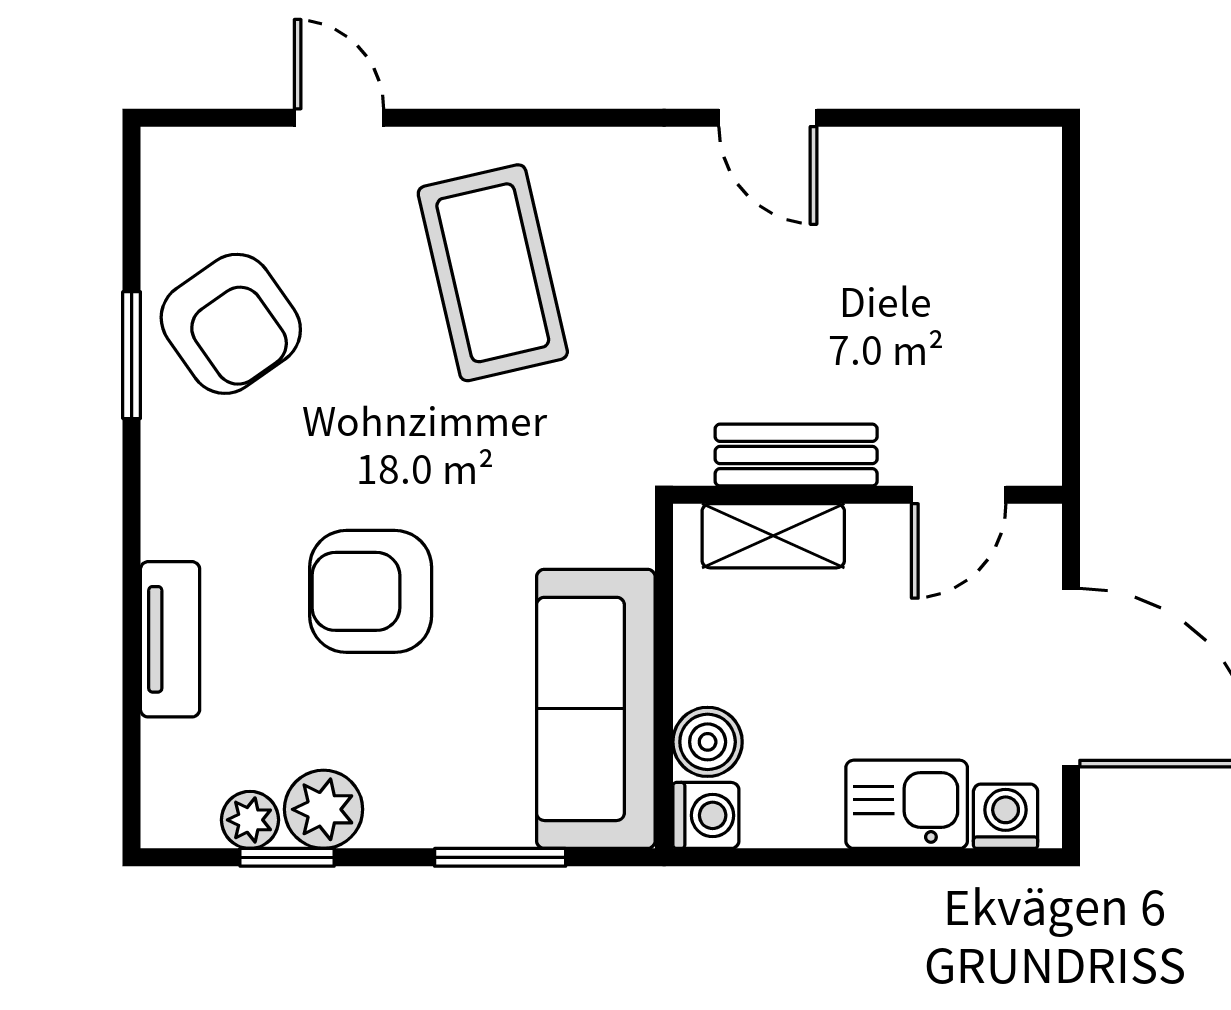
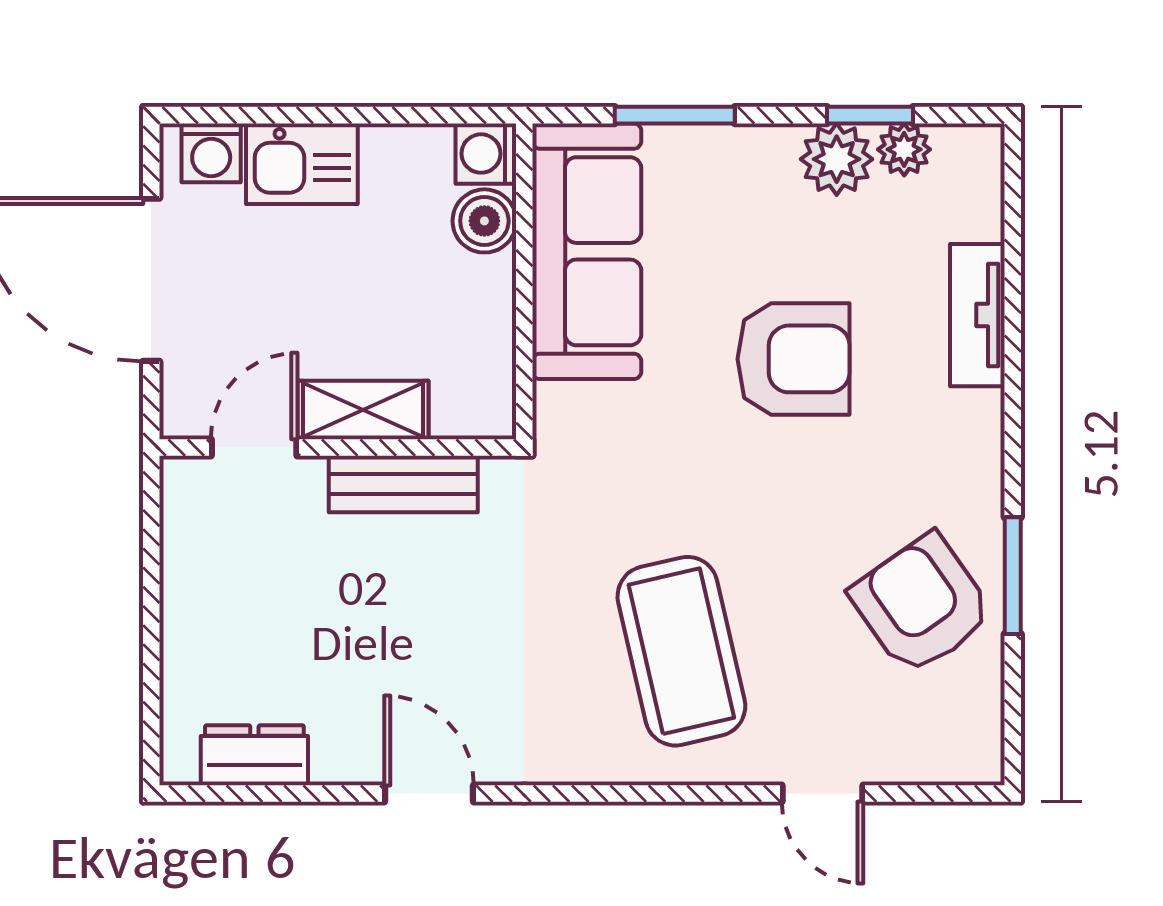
dresser: (958, 159) -> (254, 755), added
shelving: (773, 536) -> (363, 410), moved

